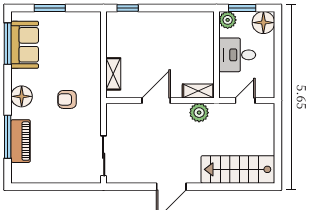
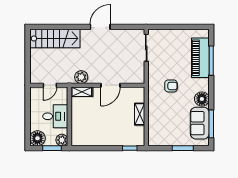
shelving: (113, 74) -> (140, 114), moved
floor lamp: (22, 96) -> (202, 99), moved
piano: (21, 141) -> (200, 58), width x1.37, depth x1.33

